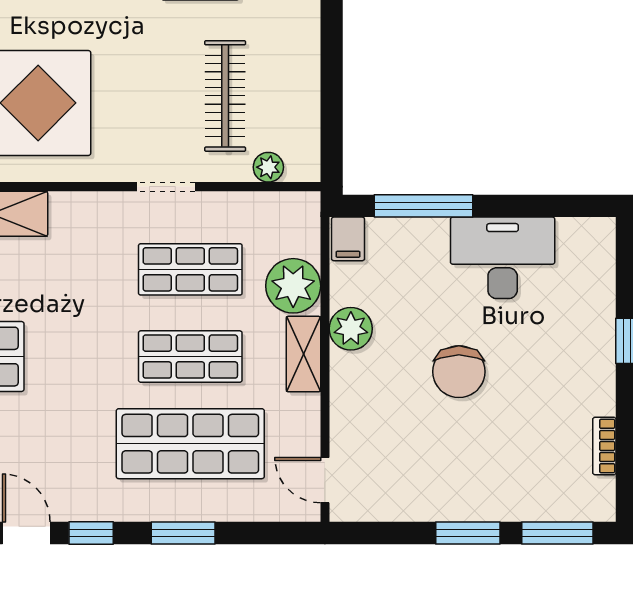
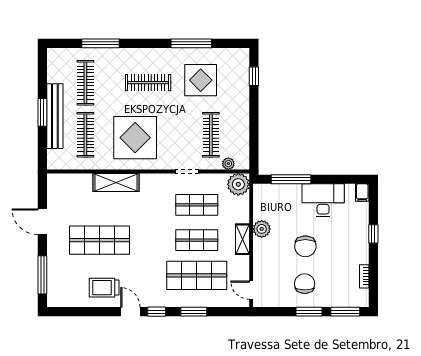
filing cabinet: (348, 239) -> (362, 193), moved
plant: (293, 286) -> (238, 184), moved
chair: (457, 464) -> (305, 284), added

